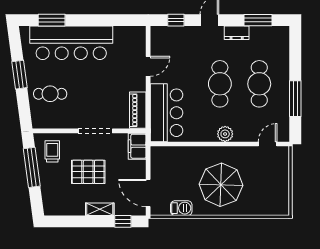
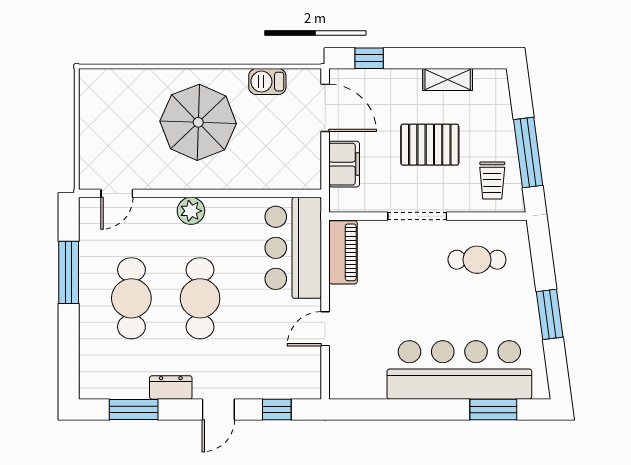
cafe table: (50, 94) -> (477, 260), moved
filing cabinet: (137, 146) -> (344, 164), moved
shelving: (100, 209) -> (448, 80), moved

